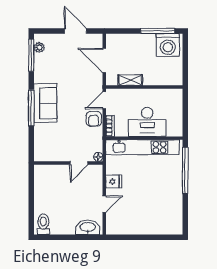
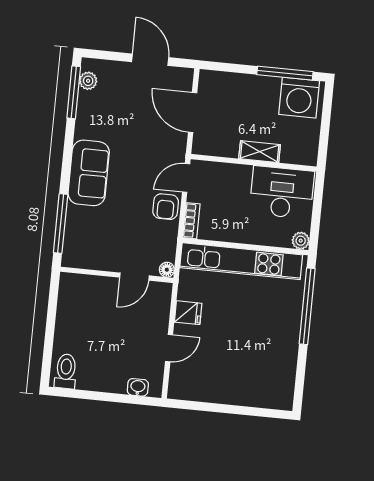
shelving: (130, 80) -> (260, 152), moved
window: (31, 108) -> (61, 224), moved
desk: (147, 122) -> (282, 192), moved, turned 180
plant: (177, 131) -> (301, 241), added
washbasin: (88, 227) -> (138, 387), width x0.52, depth x0.69

